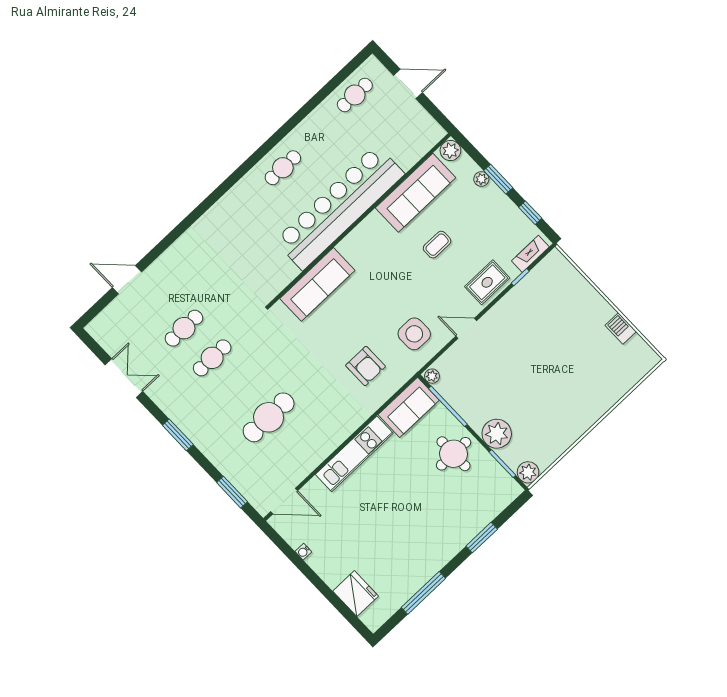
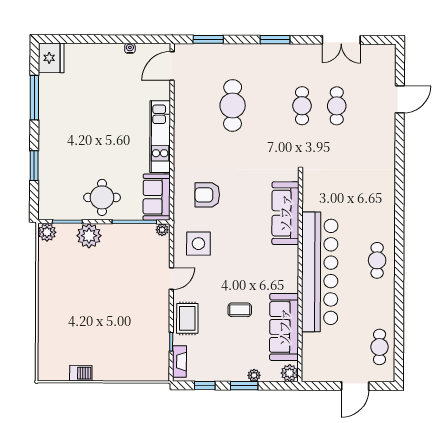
coffee table: (437, 245) -> (240, 310), turned 90
fridge: (356, 594) -> (51, 58), moved, turned -90

